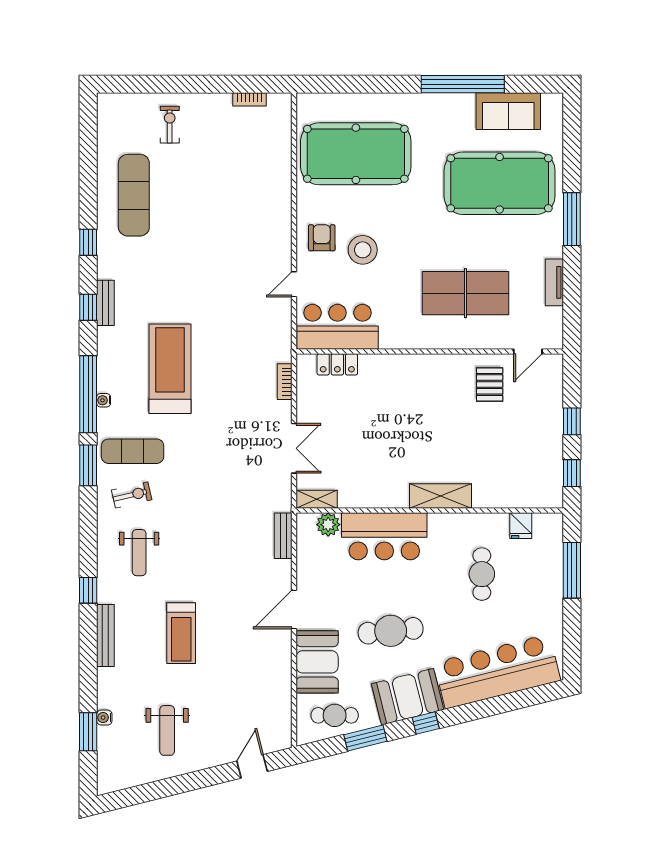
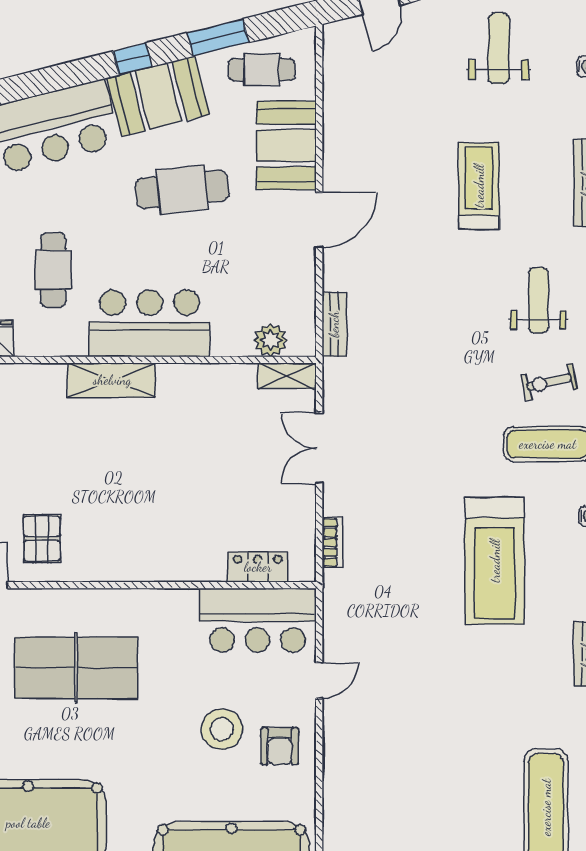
bar counter: (384, 536) -> (150, 323), moved

